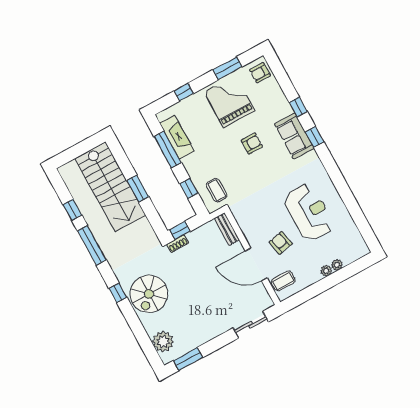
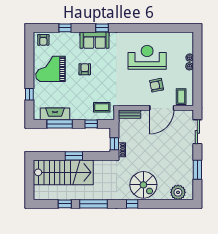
window: (227, 68) -> (29, 59), removed
window: (298, 107) -> (65, 28), moved
window: (188, 359) -> (197, 170), moved

